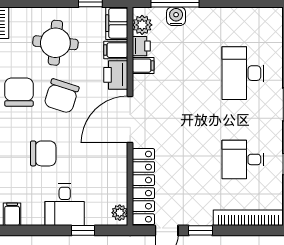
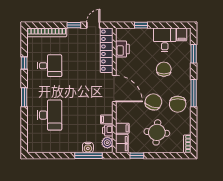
printer: (116, 75) -> (122, 49), moved
door: (130, 119) -> (114, 89), hinge flipped
chair: (43, 153) -> (164, 69), turned 90
desk: (65, 205) -> (165, 40), moved
plant: (120, 213) -> (120, 35), removed

